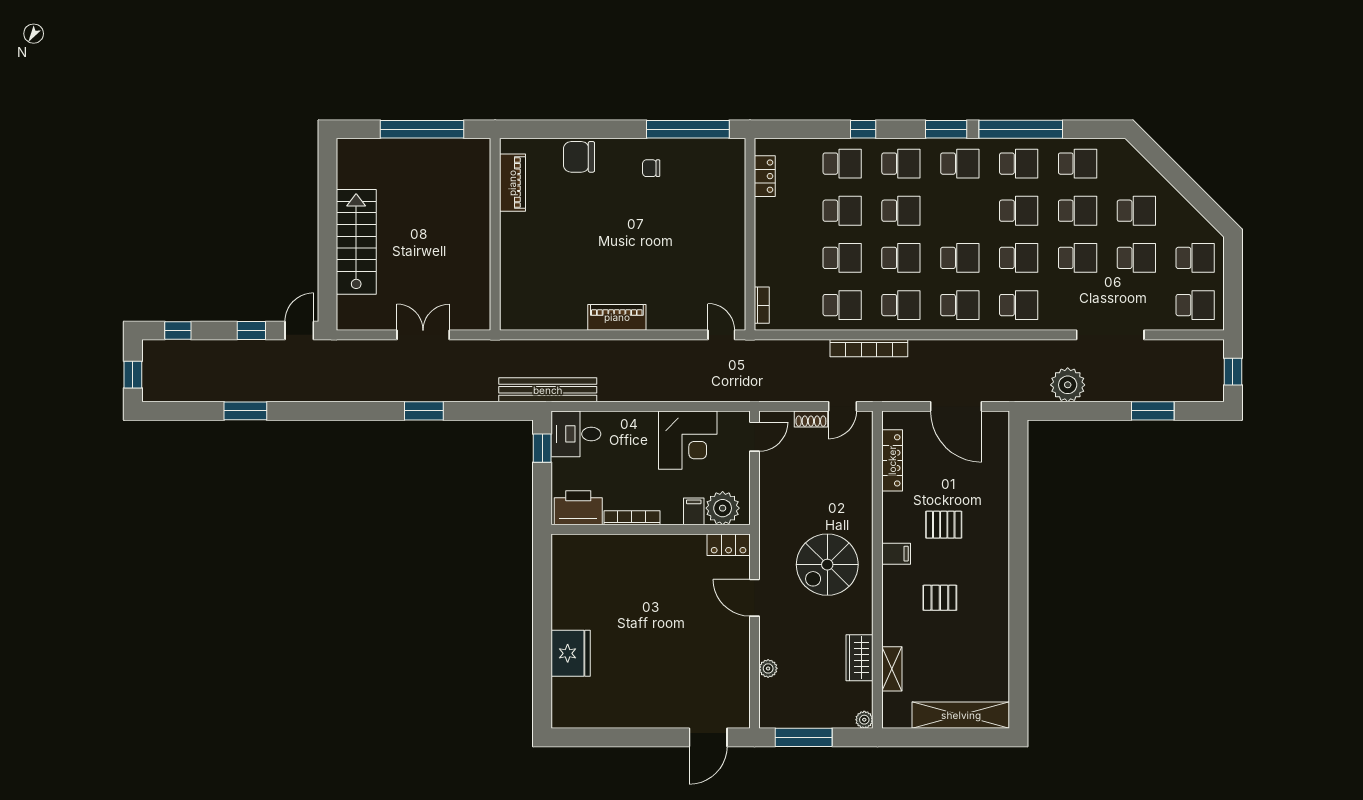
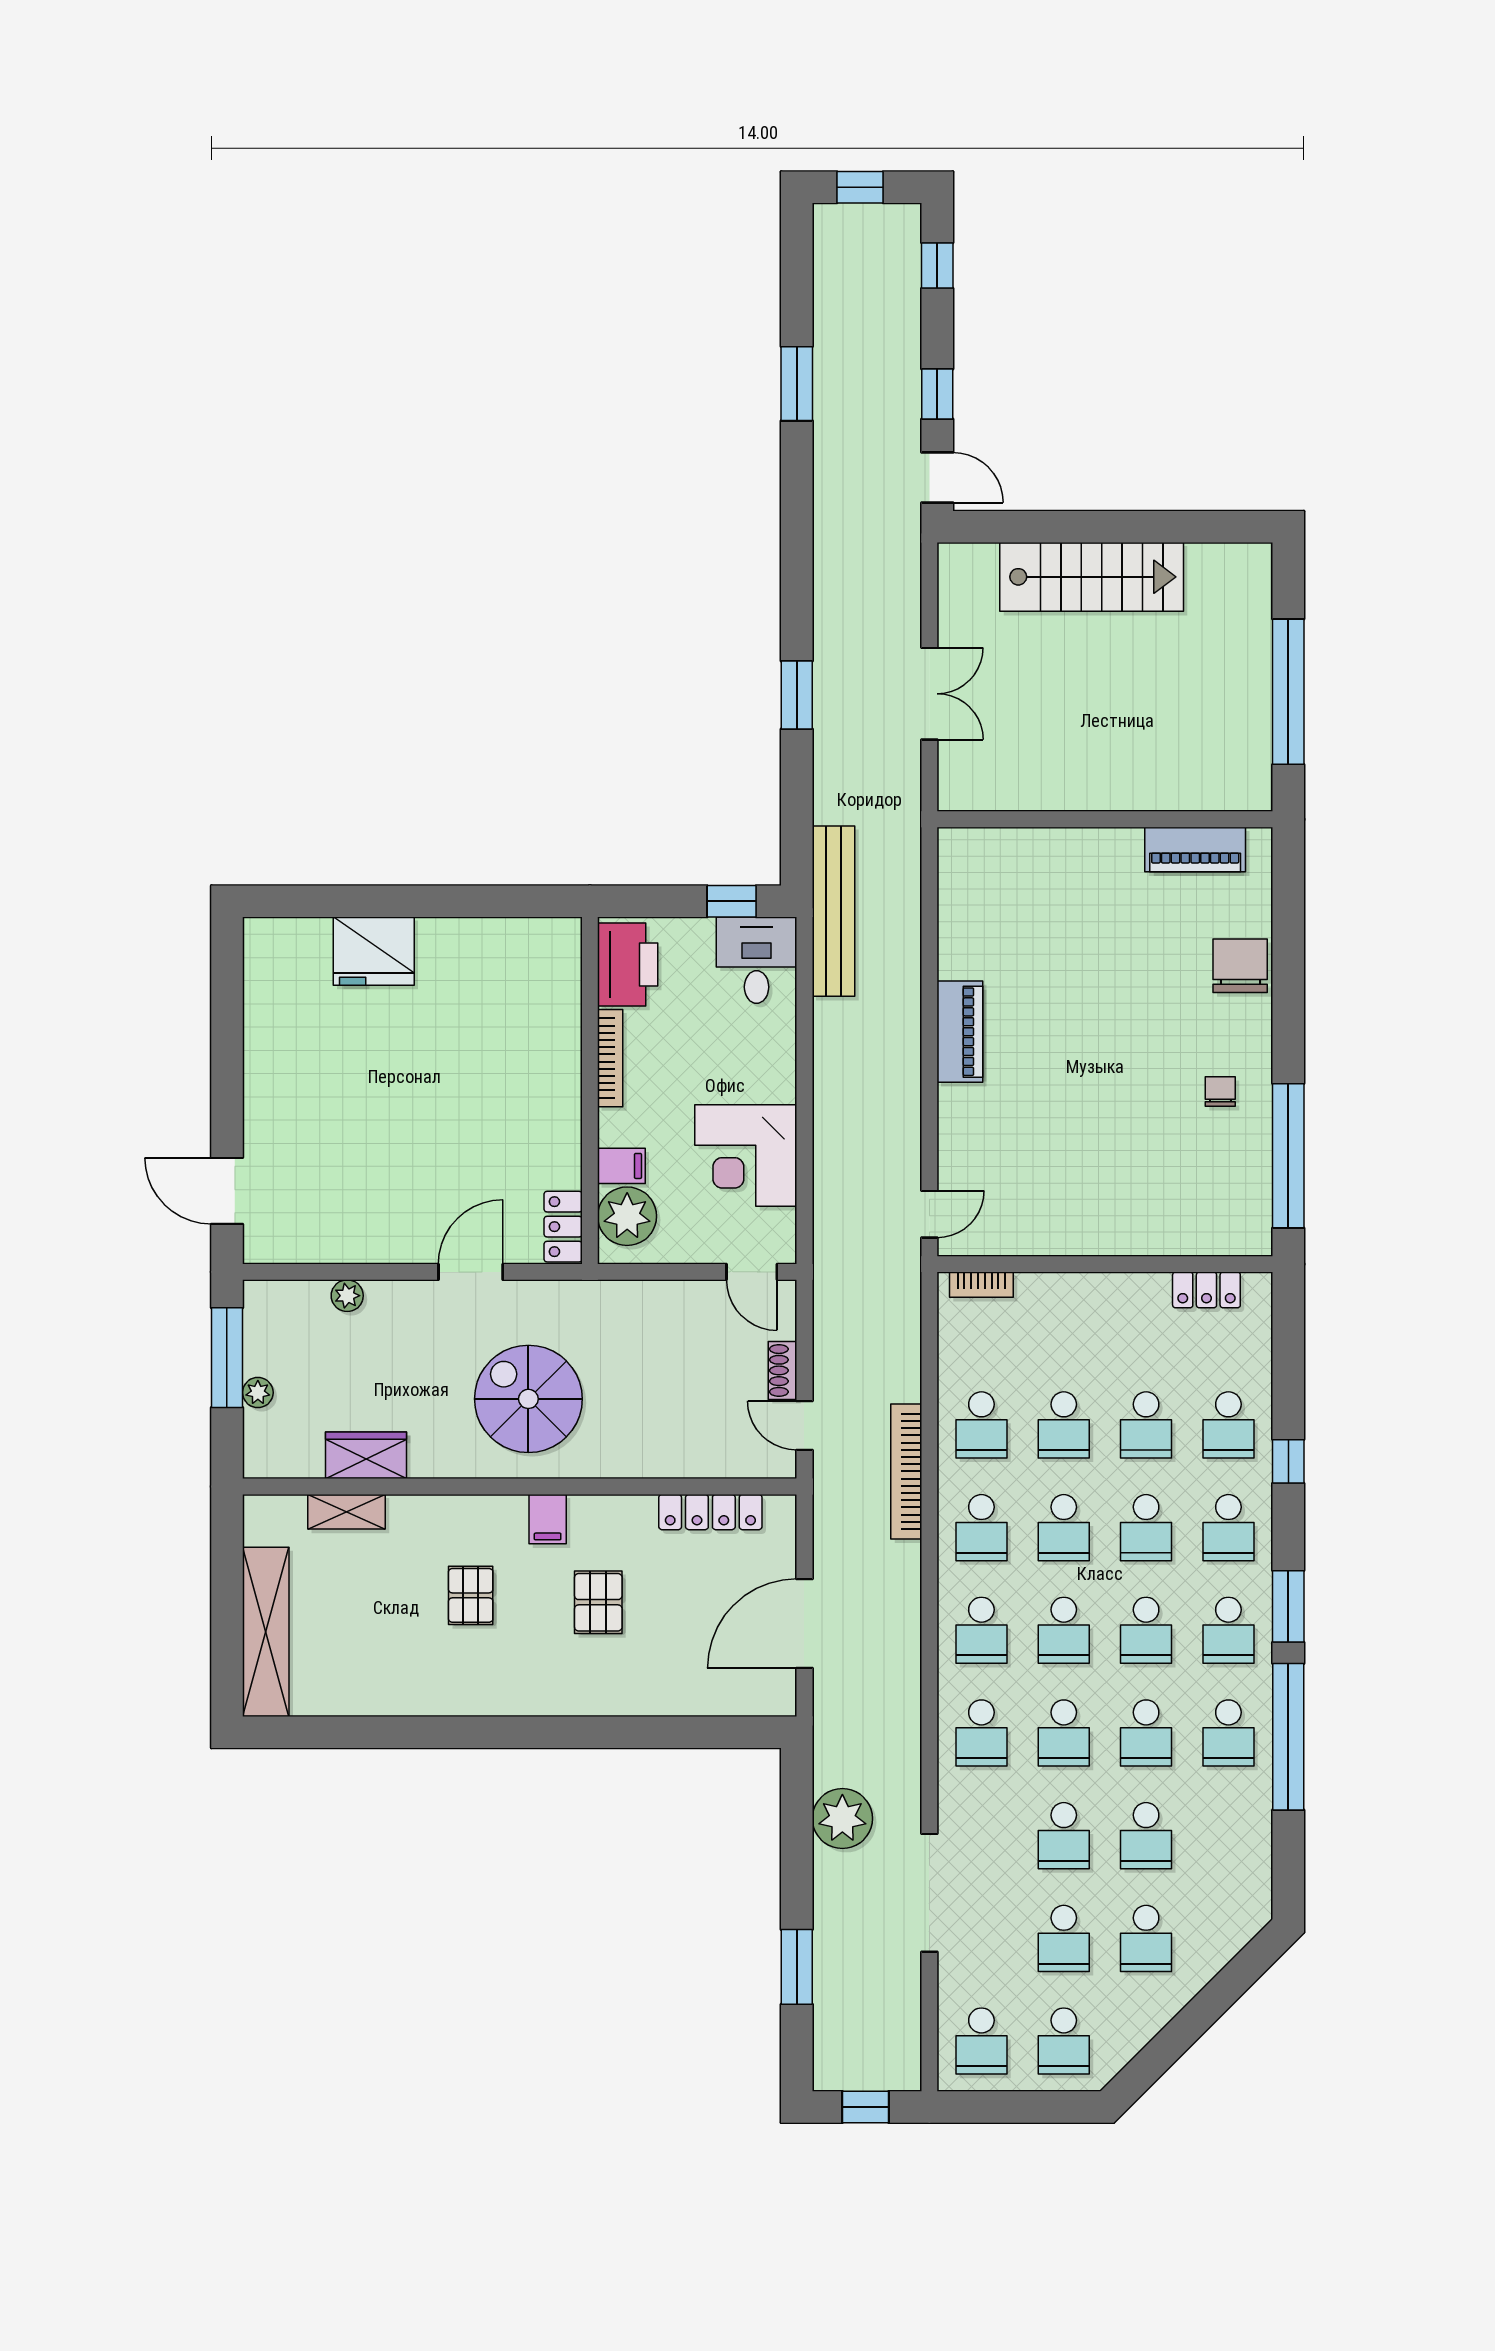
school desk: (1078, 164) -> (1146, 1630), moved
plant: (864, 720) -> (258, 1393), moved

